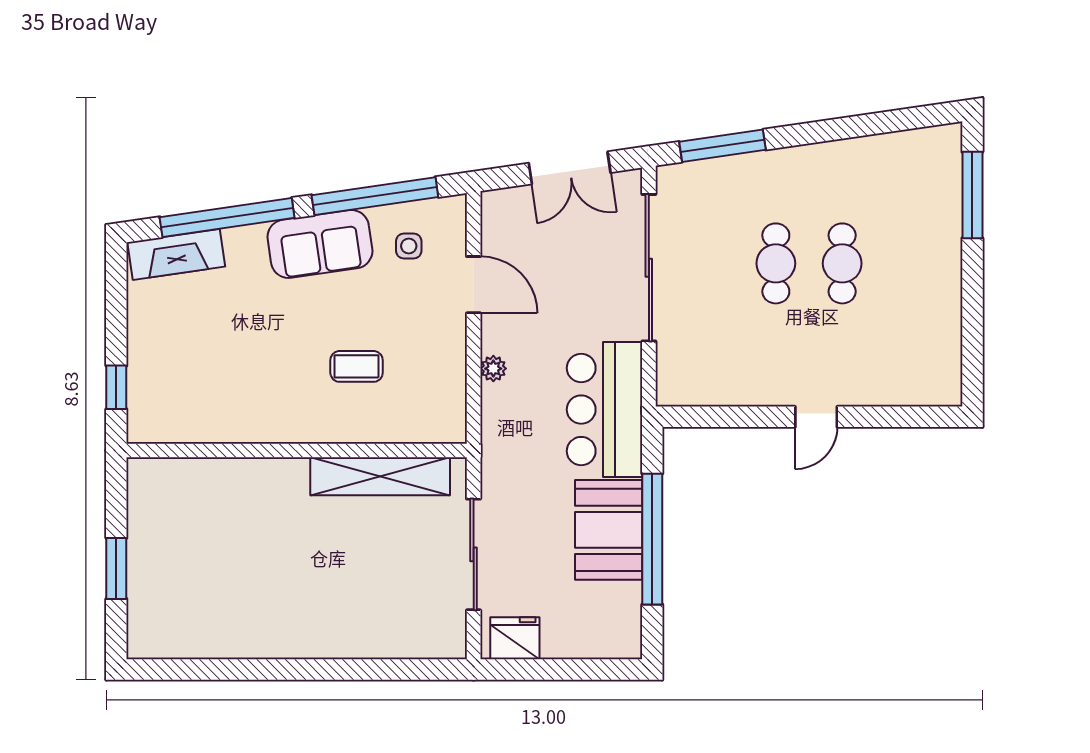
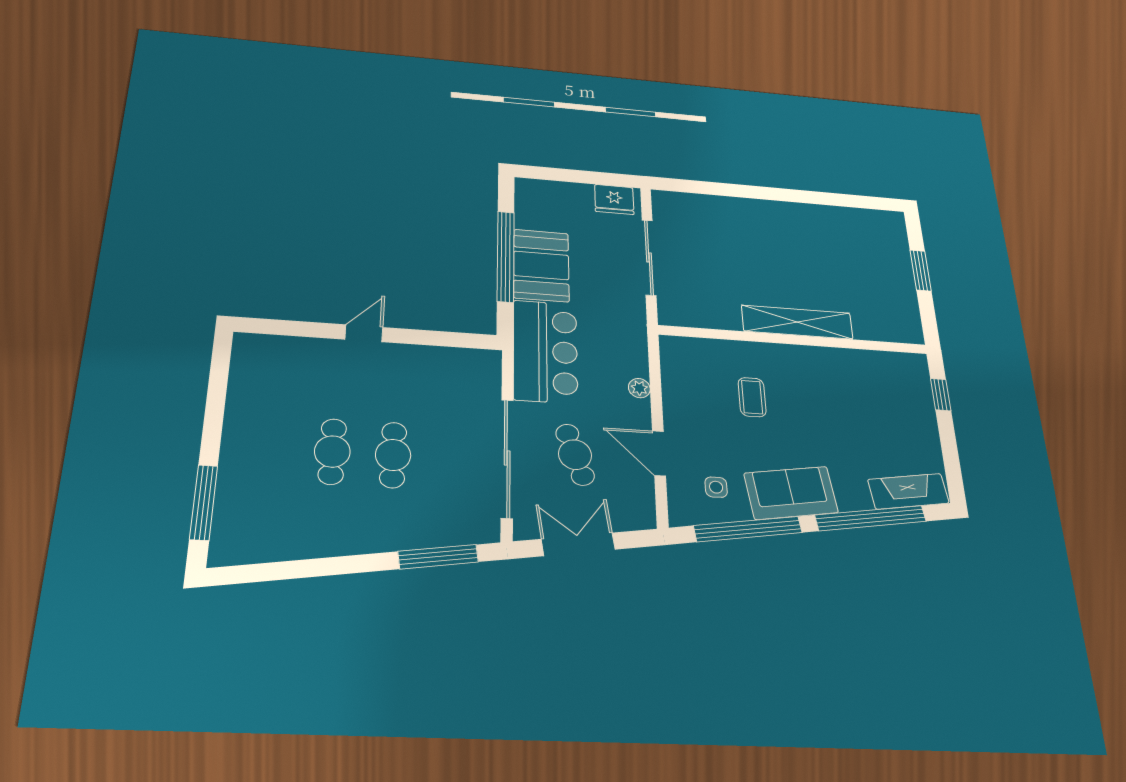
cafe table: (571, 277) -> (575, 455), added
coffee table: (357, 366) -> (752, 397), turned 90
shelving: (380, 476) -> (797, 322), moved

